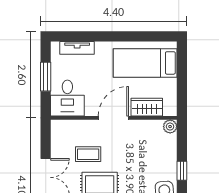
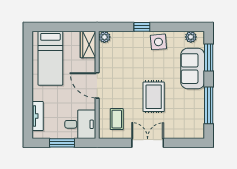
wardrobe: (147, 107) -> (88, 44), moved
coffee table: (88, 154) -> (117, 119), moved

